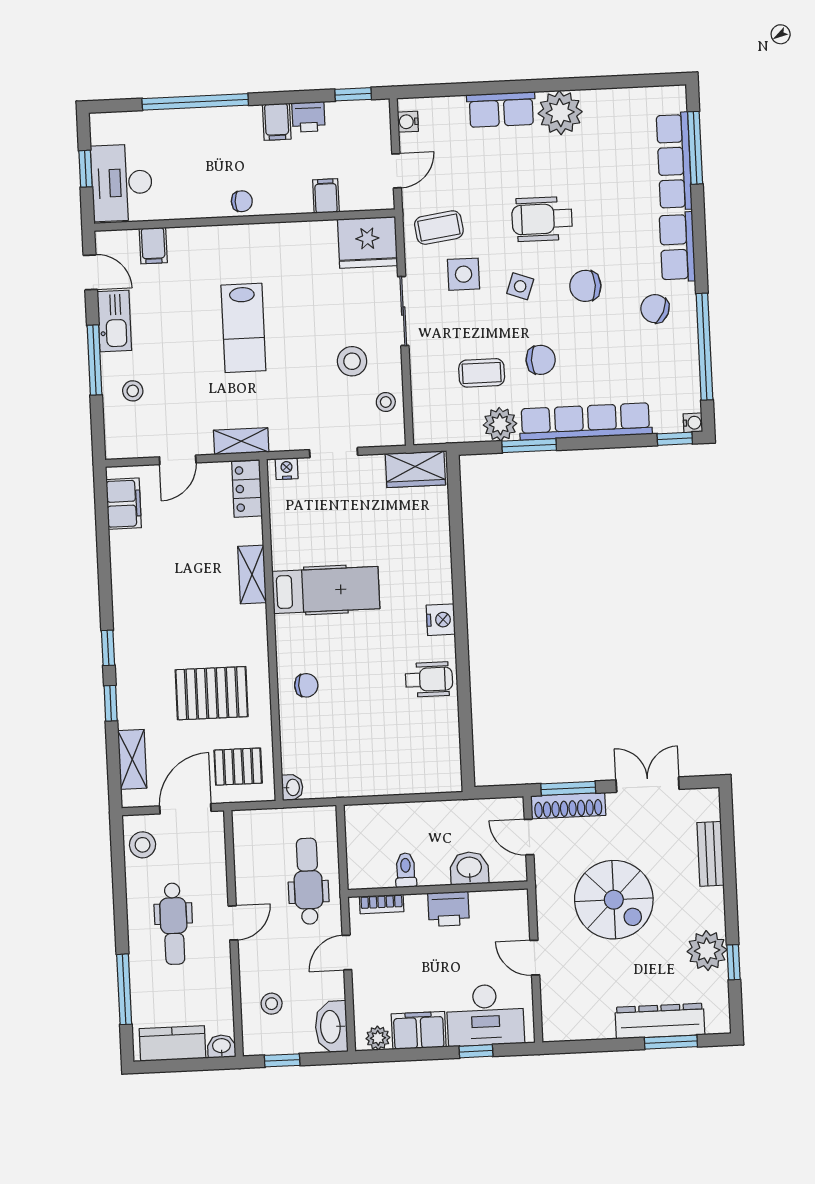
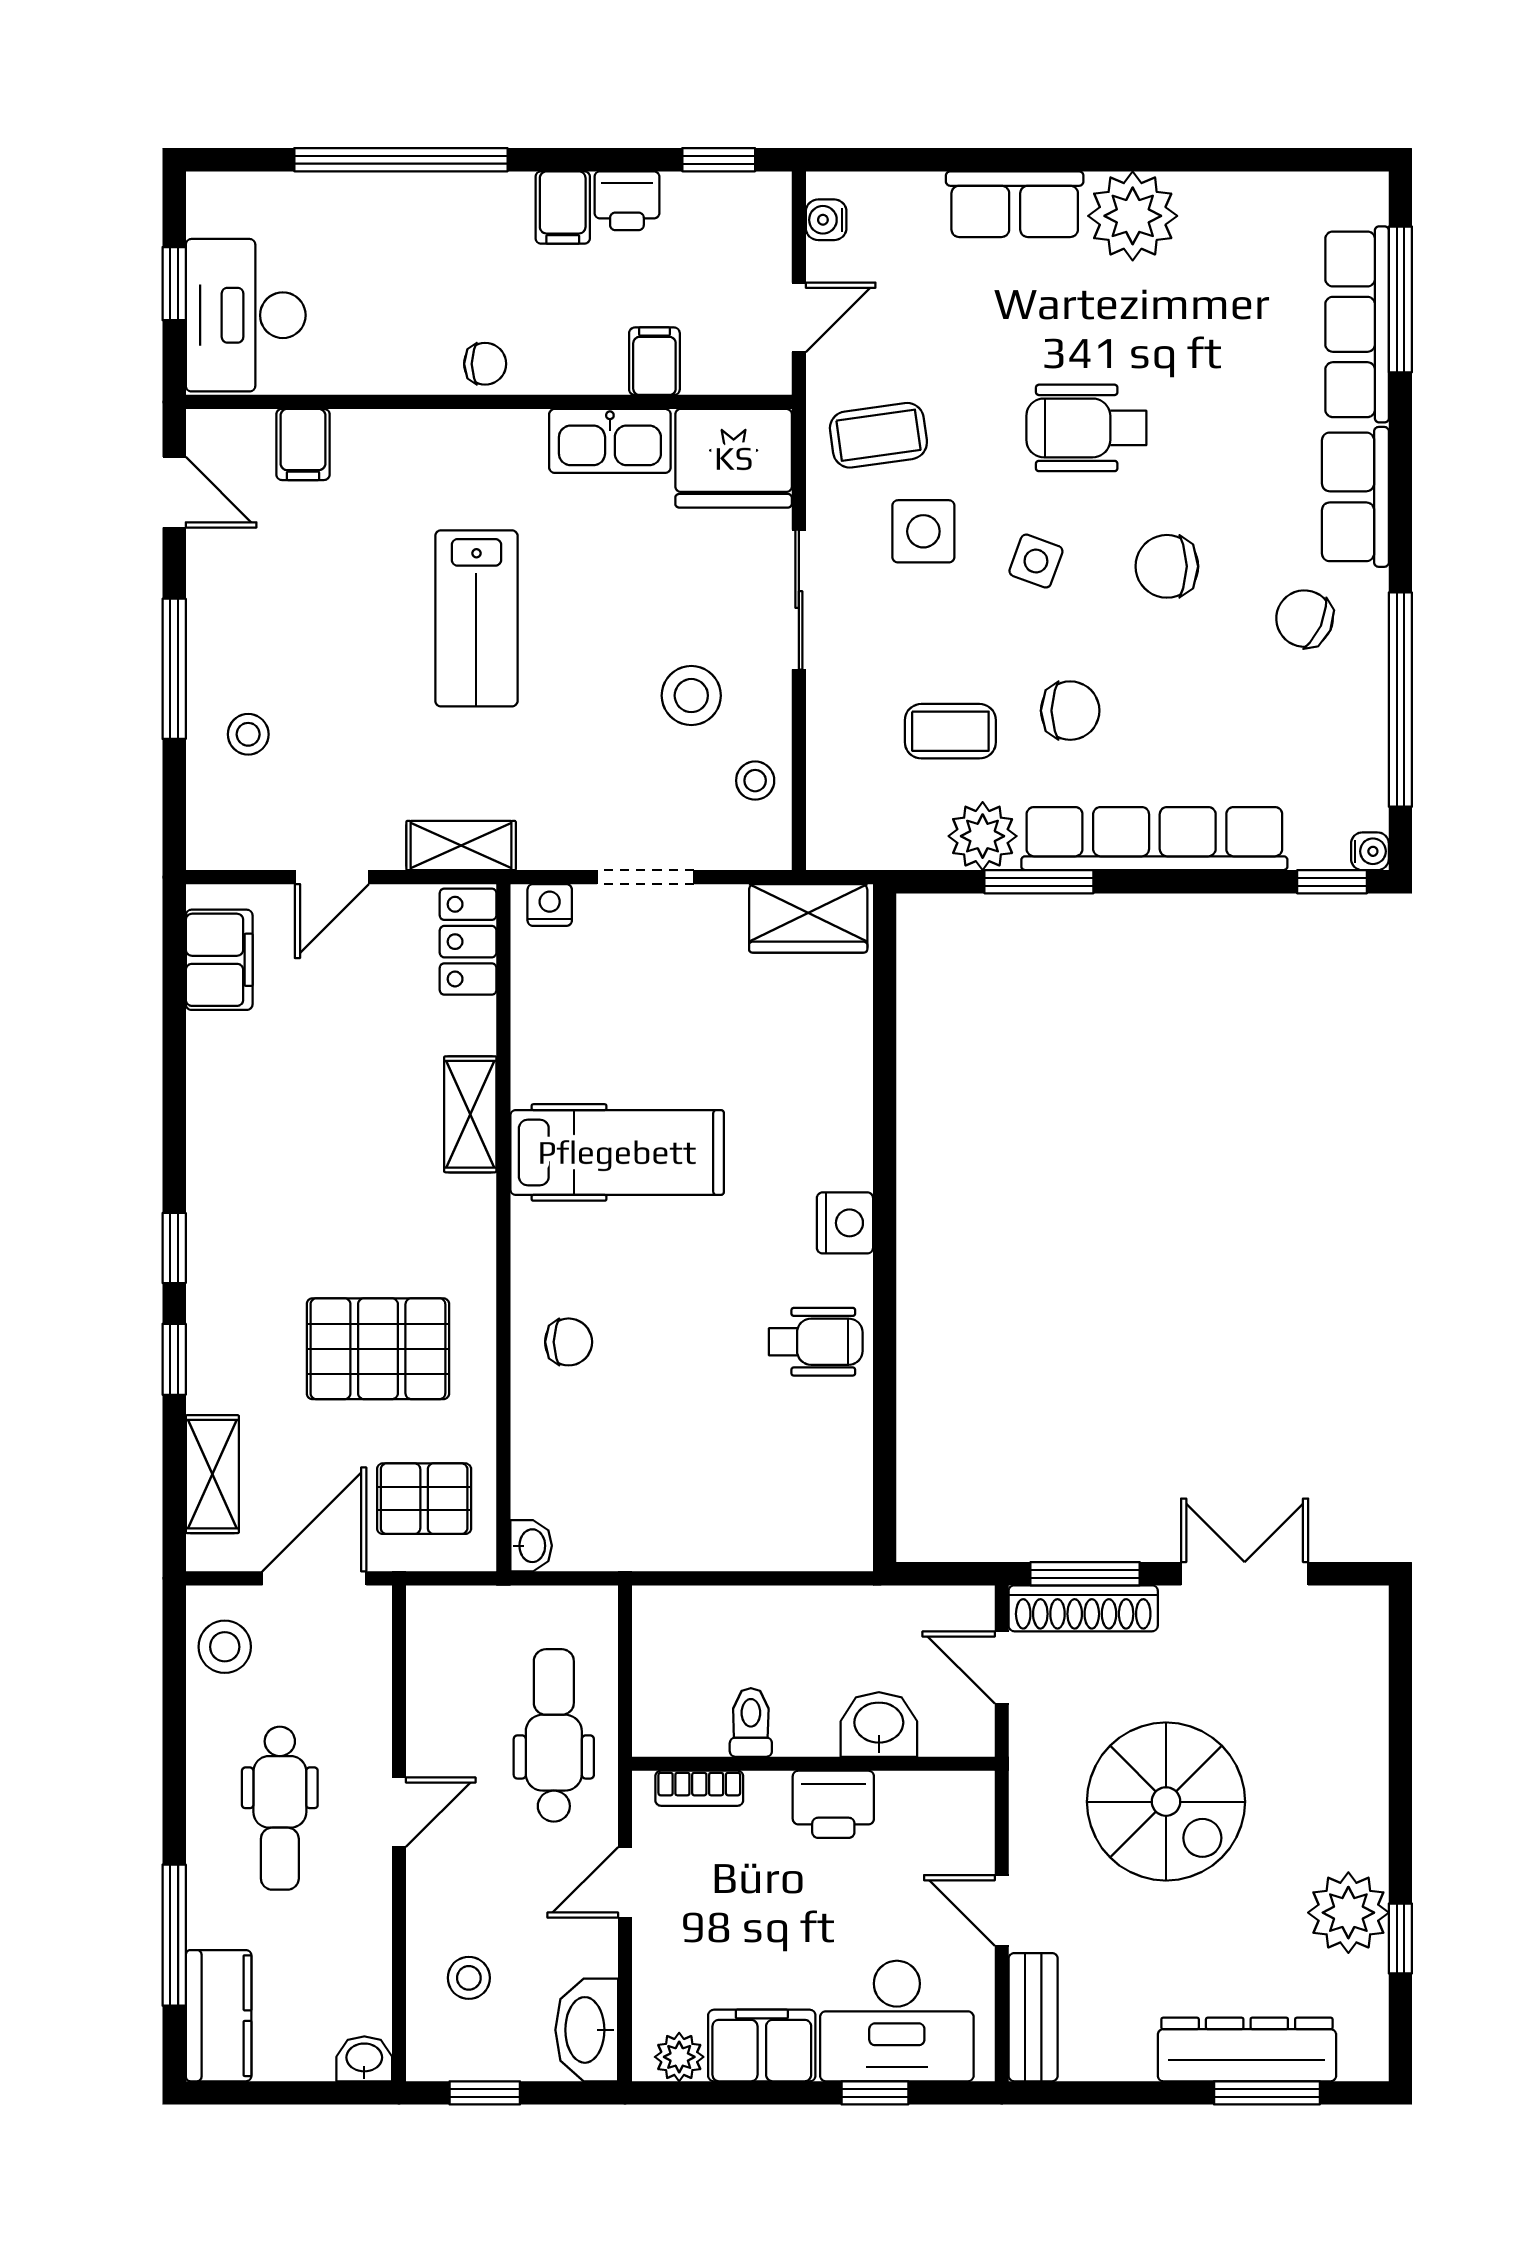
kitchen sink: (114, 321) -> (610, 441), moved, turned 90
bench: (710, 854) -> (1033, 2017), moved
kitchen counter: (172, 1043) -> (219, 2016), moved, turned 90

